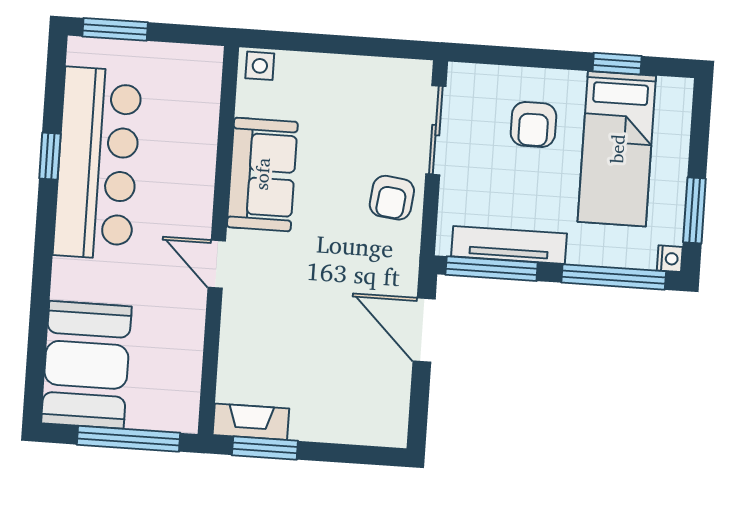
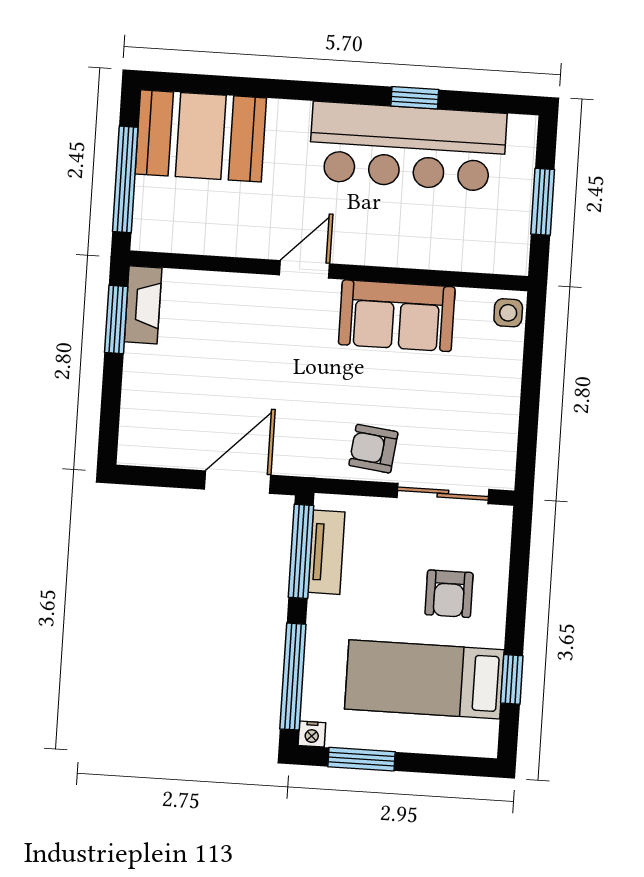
window: (115, 29) -> (543, 202), moved
armchair: (533, 125) -> (449, 594), turned -90
tv unit: (509, 245) -> (326, 552), width x0.71

